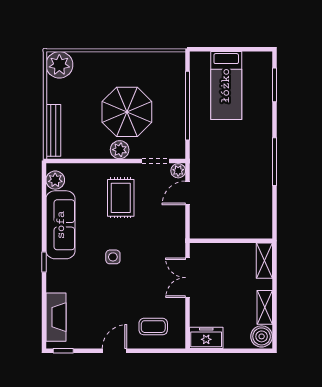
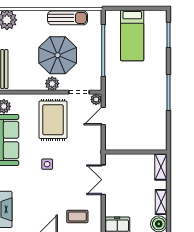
sun lounger: (140, 62) -> (68, 18), added
rug: (121, 198) -> (53, 120), width x1.36, depth x1.43

